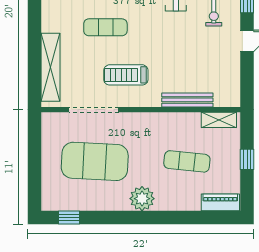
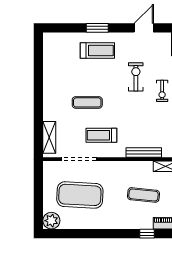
shelving: (50, 67) -> (49, 137), width x0.68
plant: (142, 199) -> (51, 221), moved
window: (69, 217) -> (147, 234), moved

